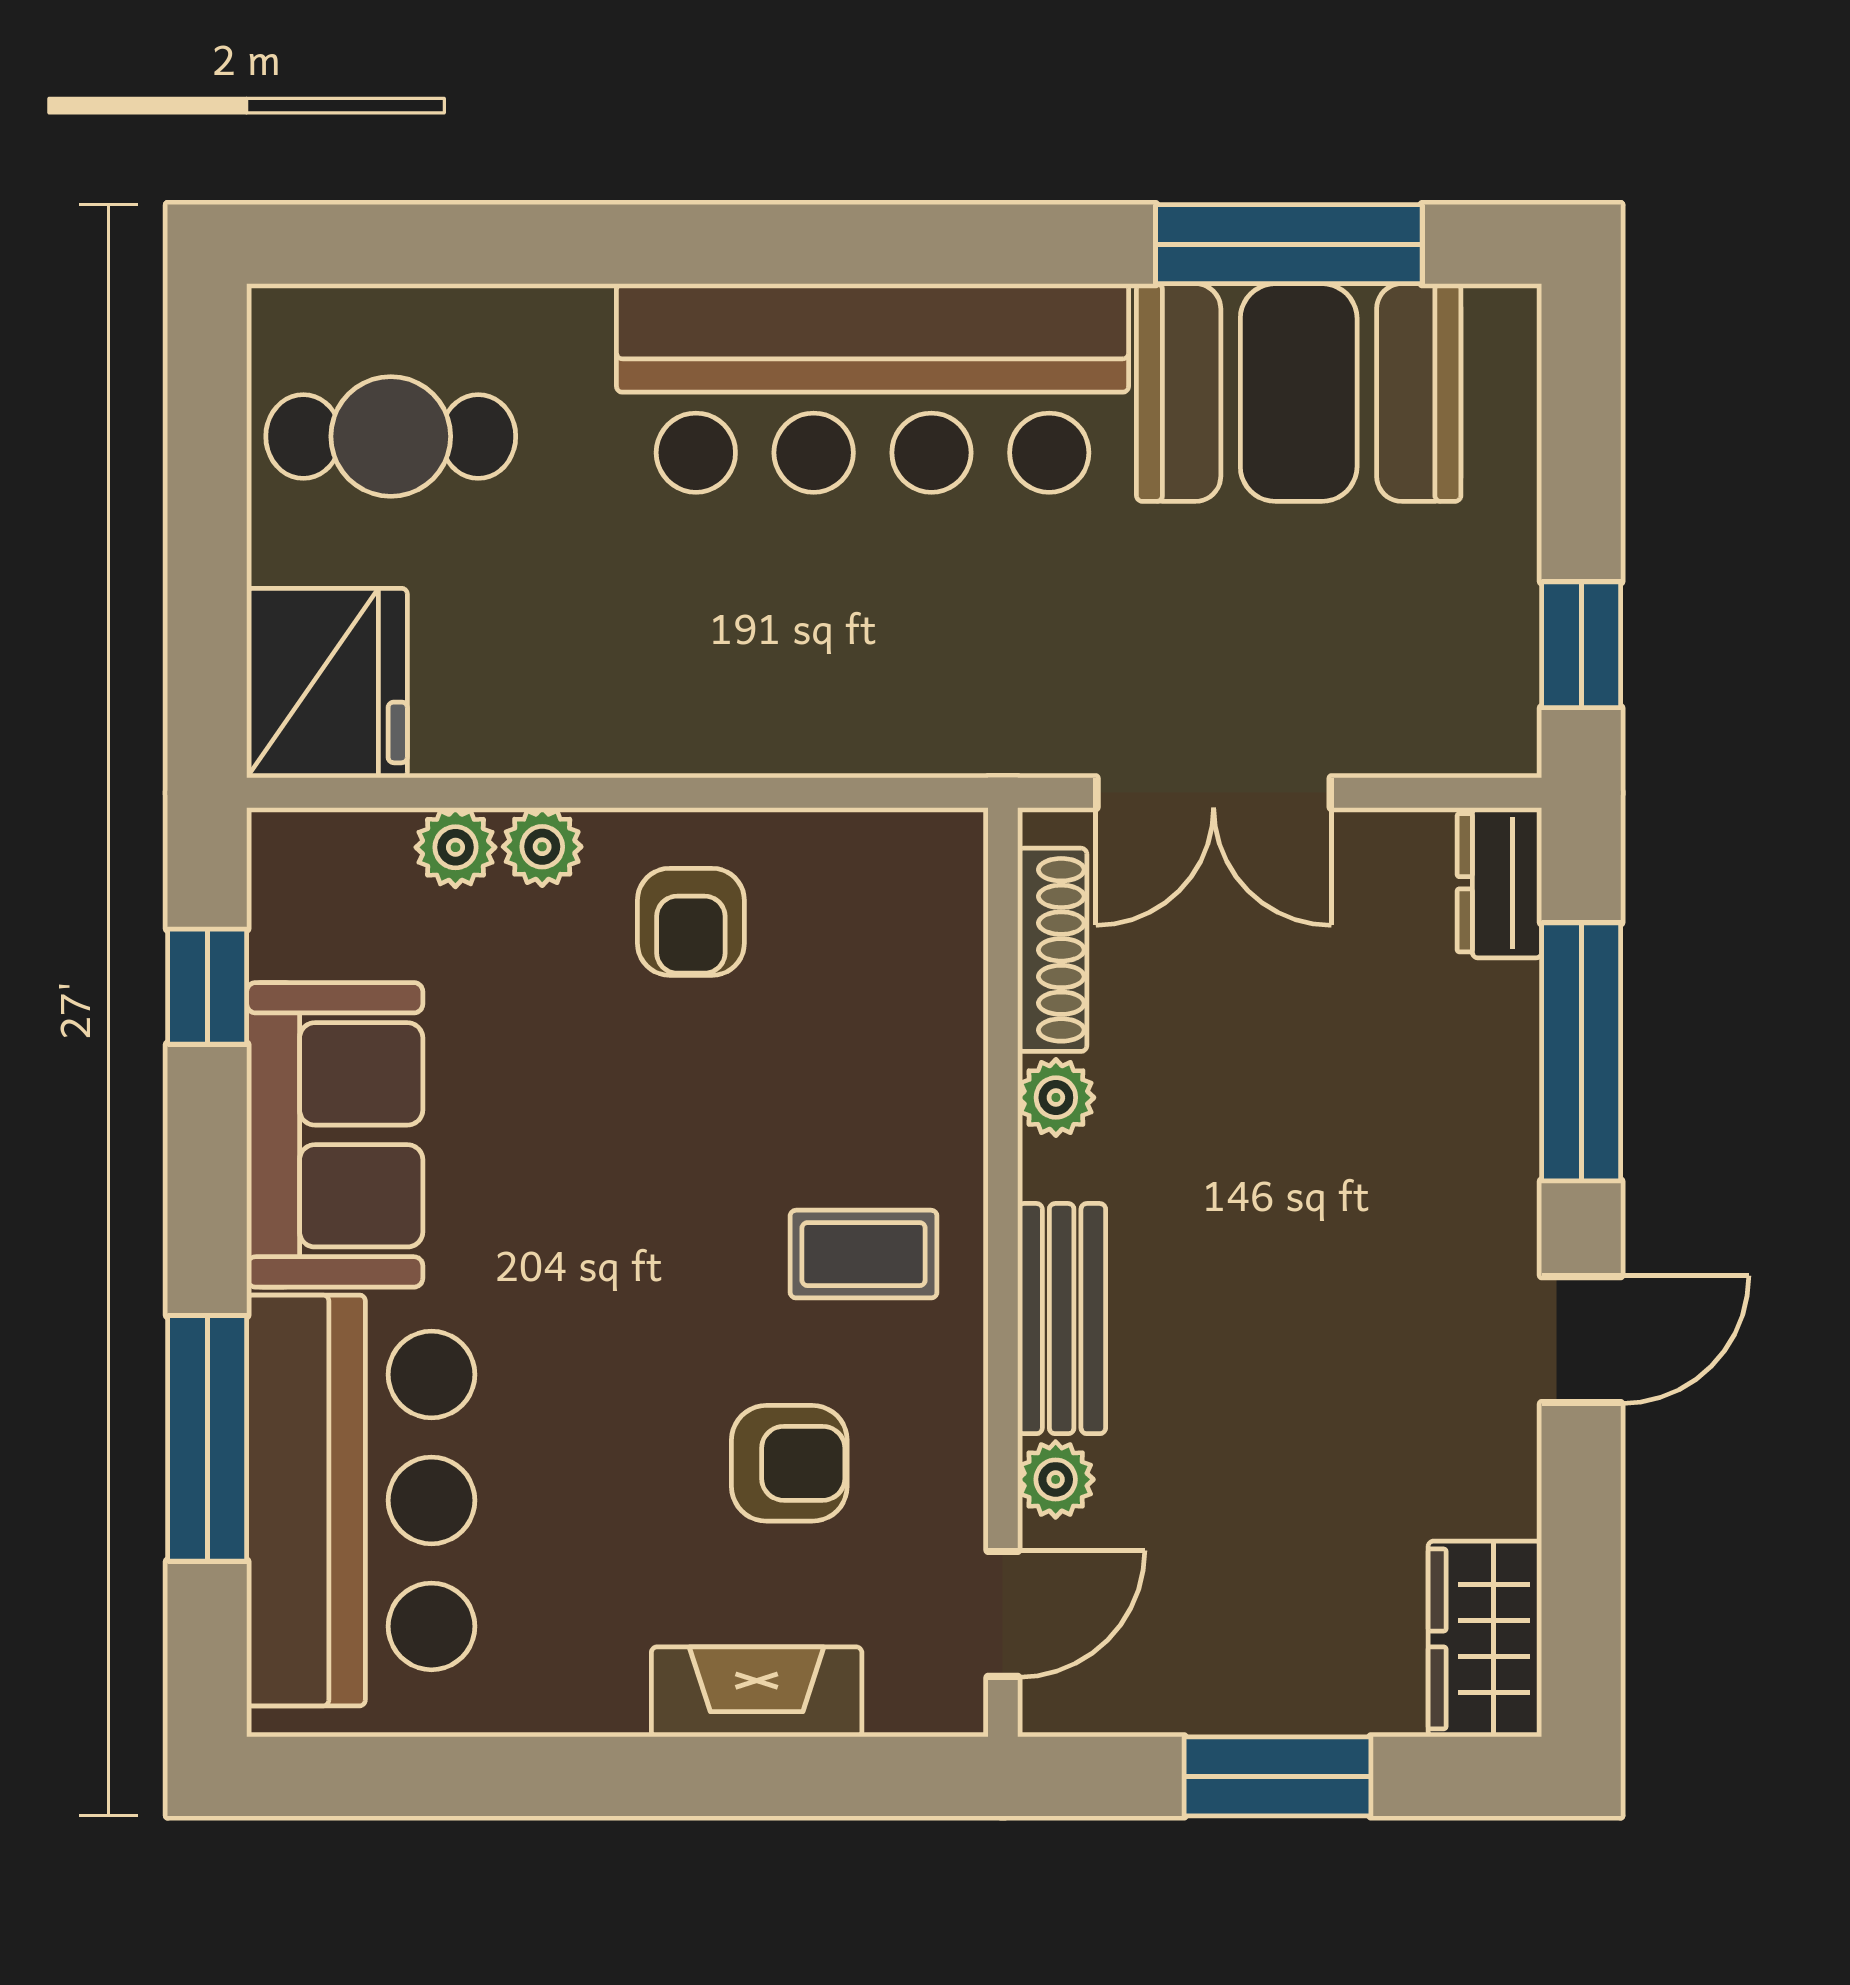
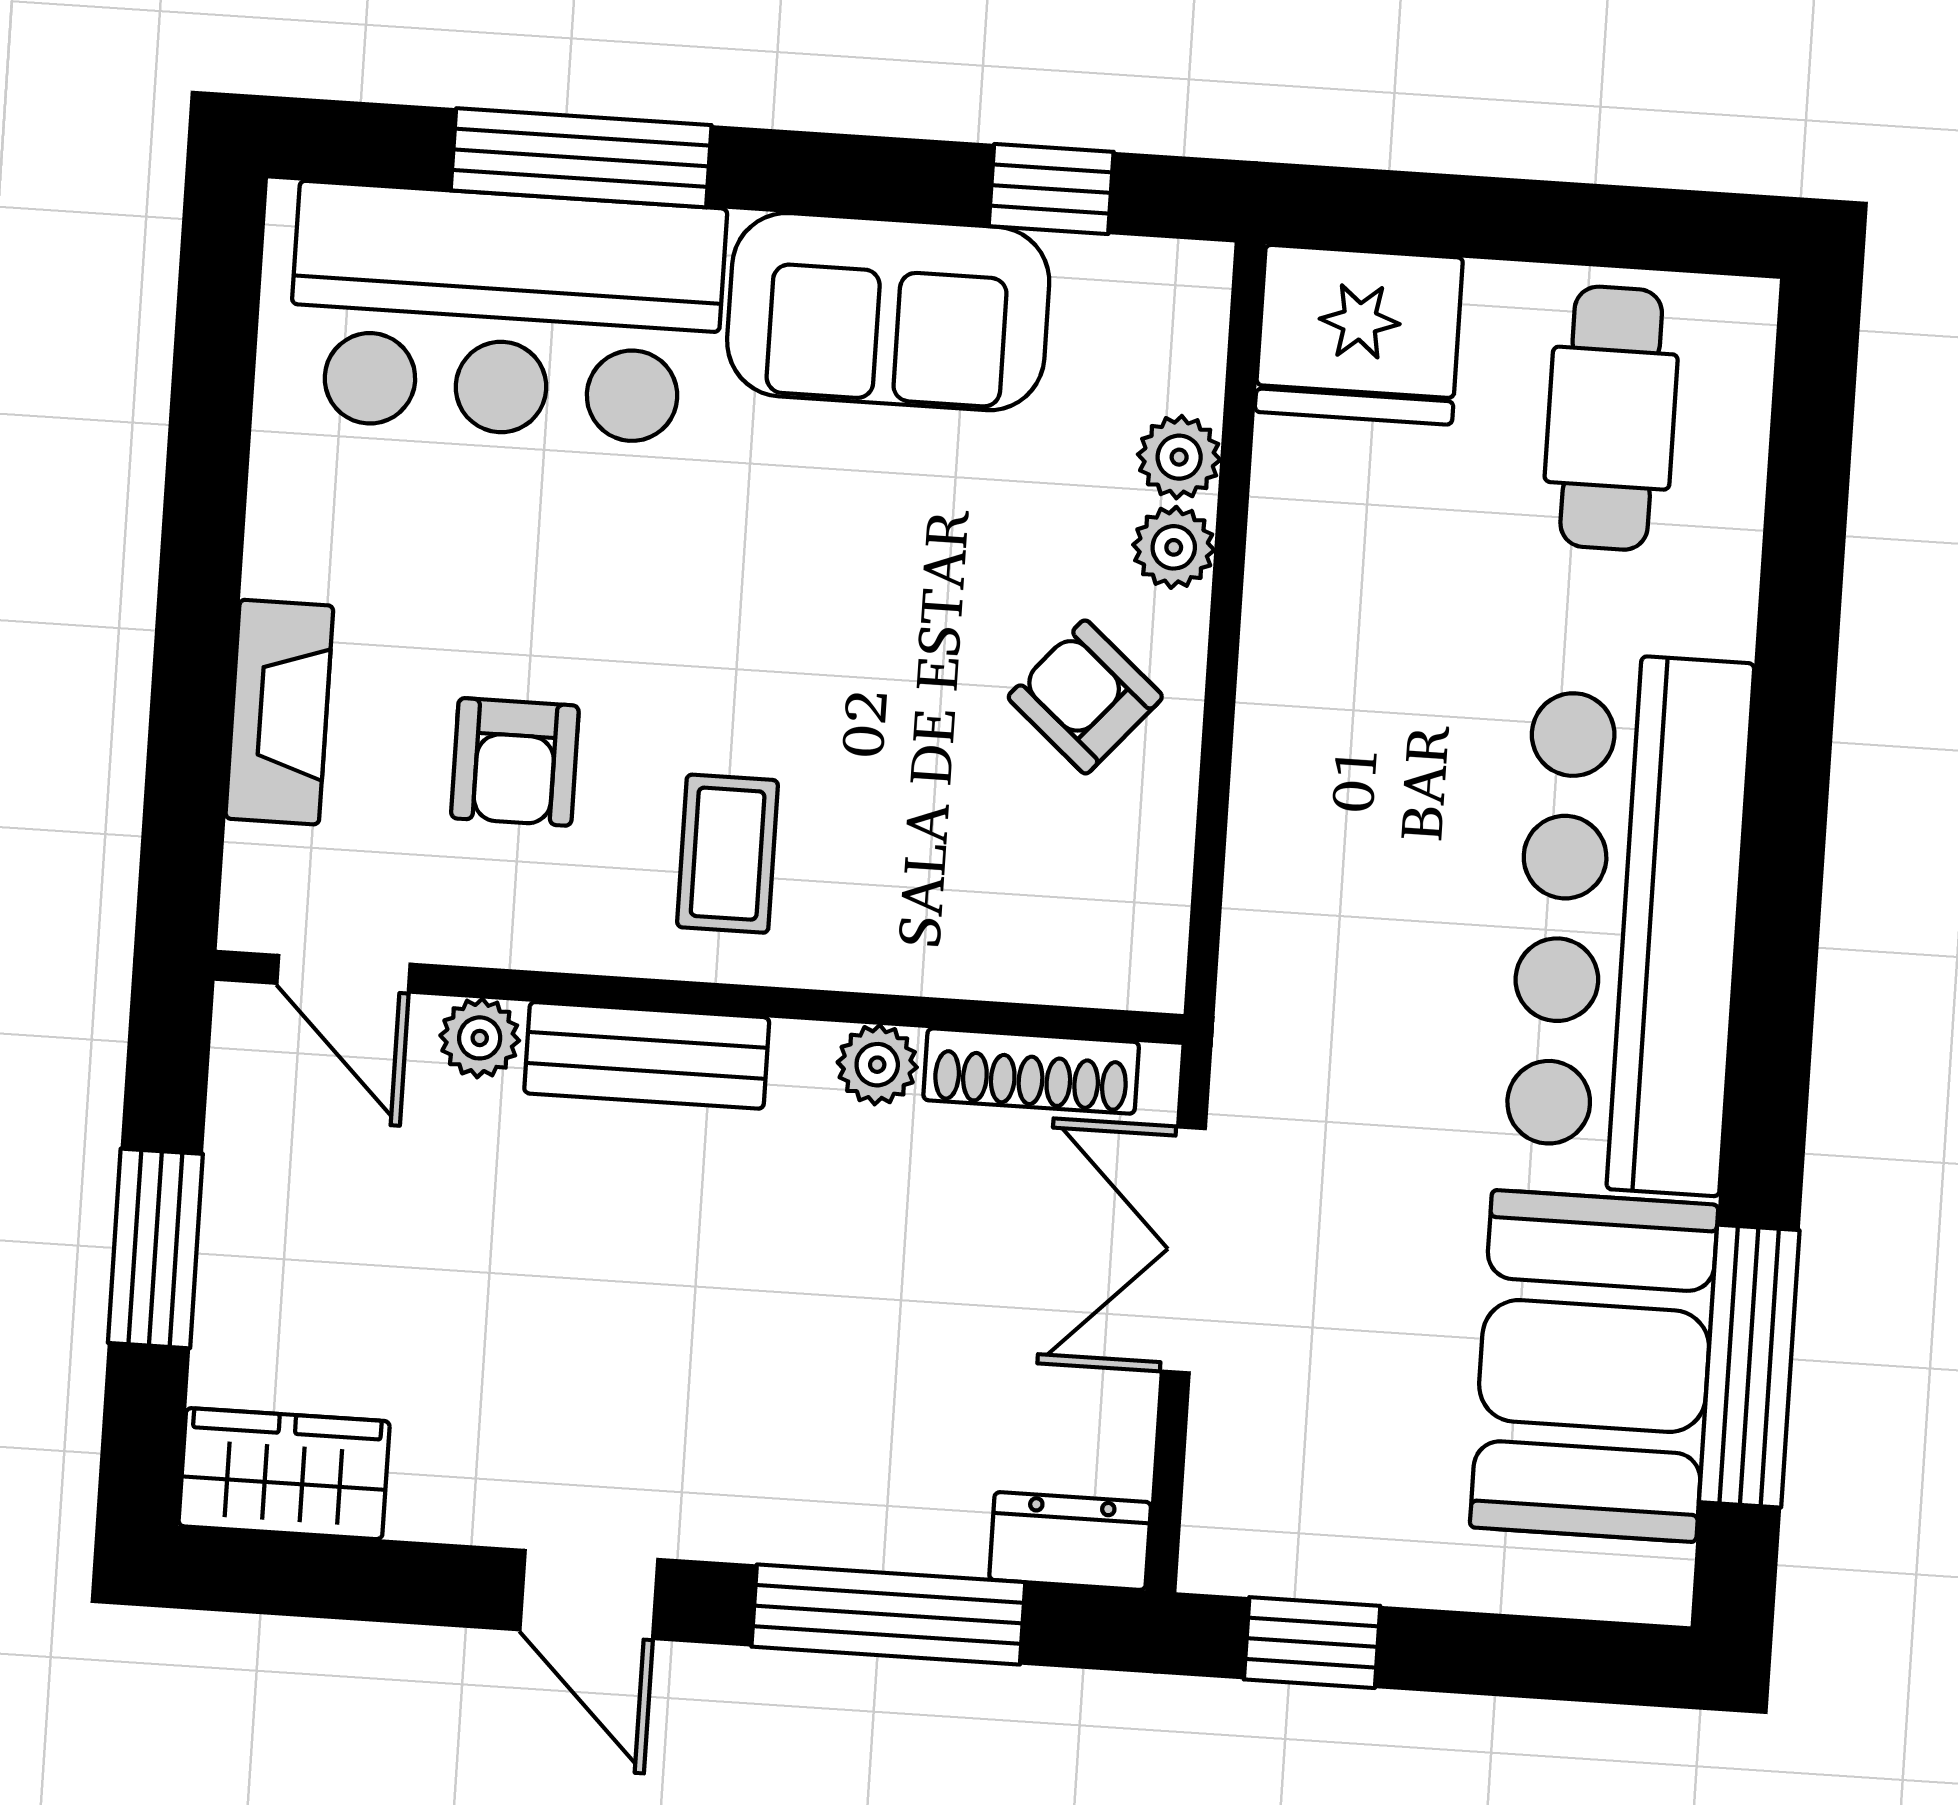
armchair: (691, 922) -> (1085, 697), turned 41

